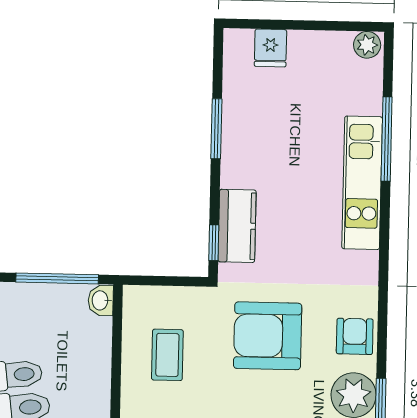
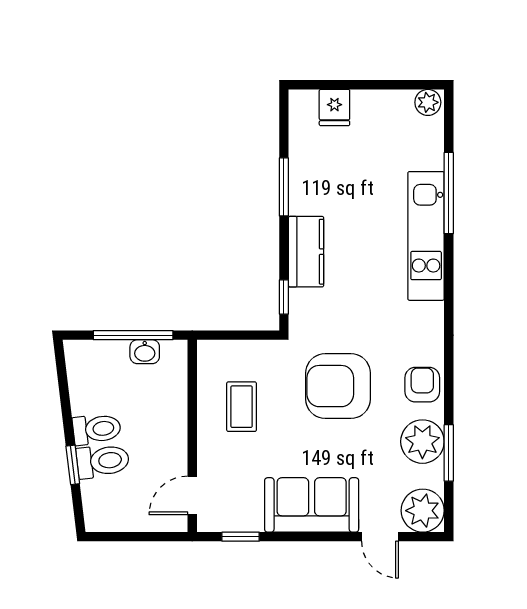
kitchen counter: (237, 226) -> (306, 252), moved
washbasin: (101, 300) -> (145, 352), moved, turned -90

